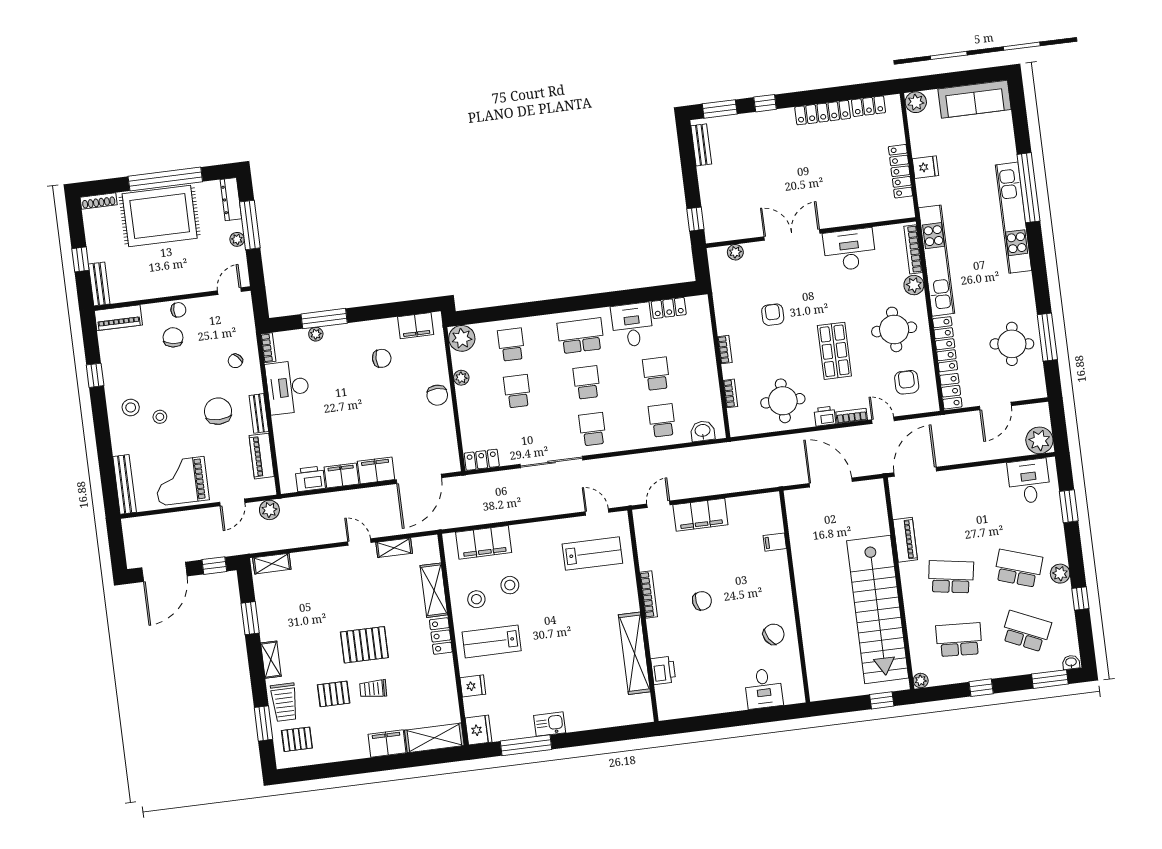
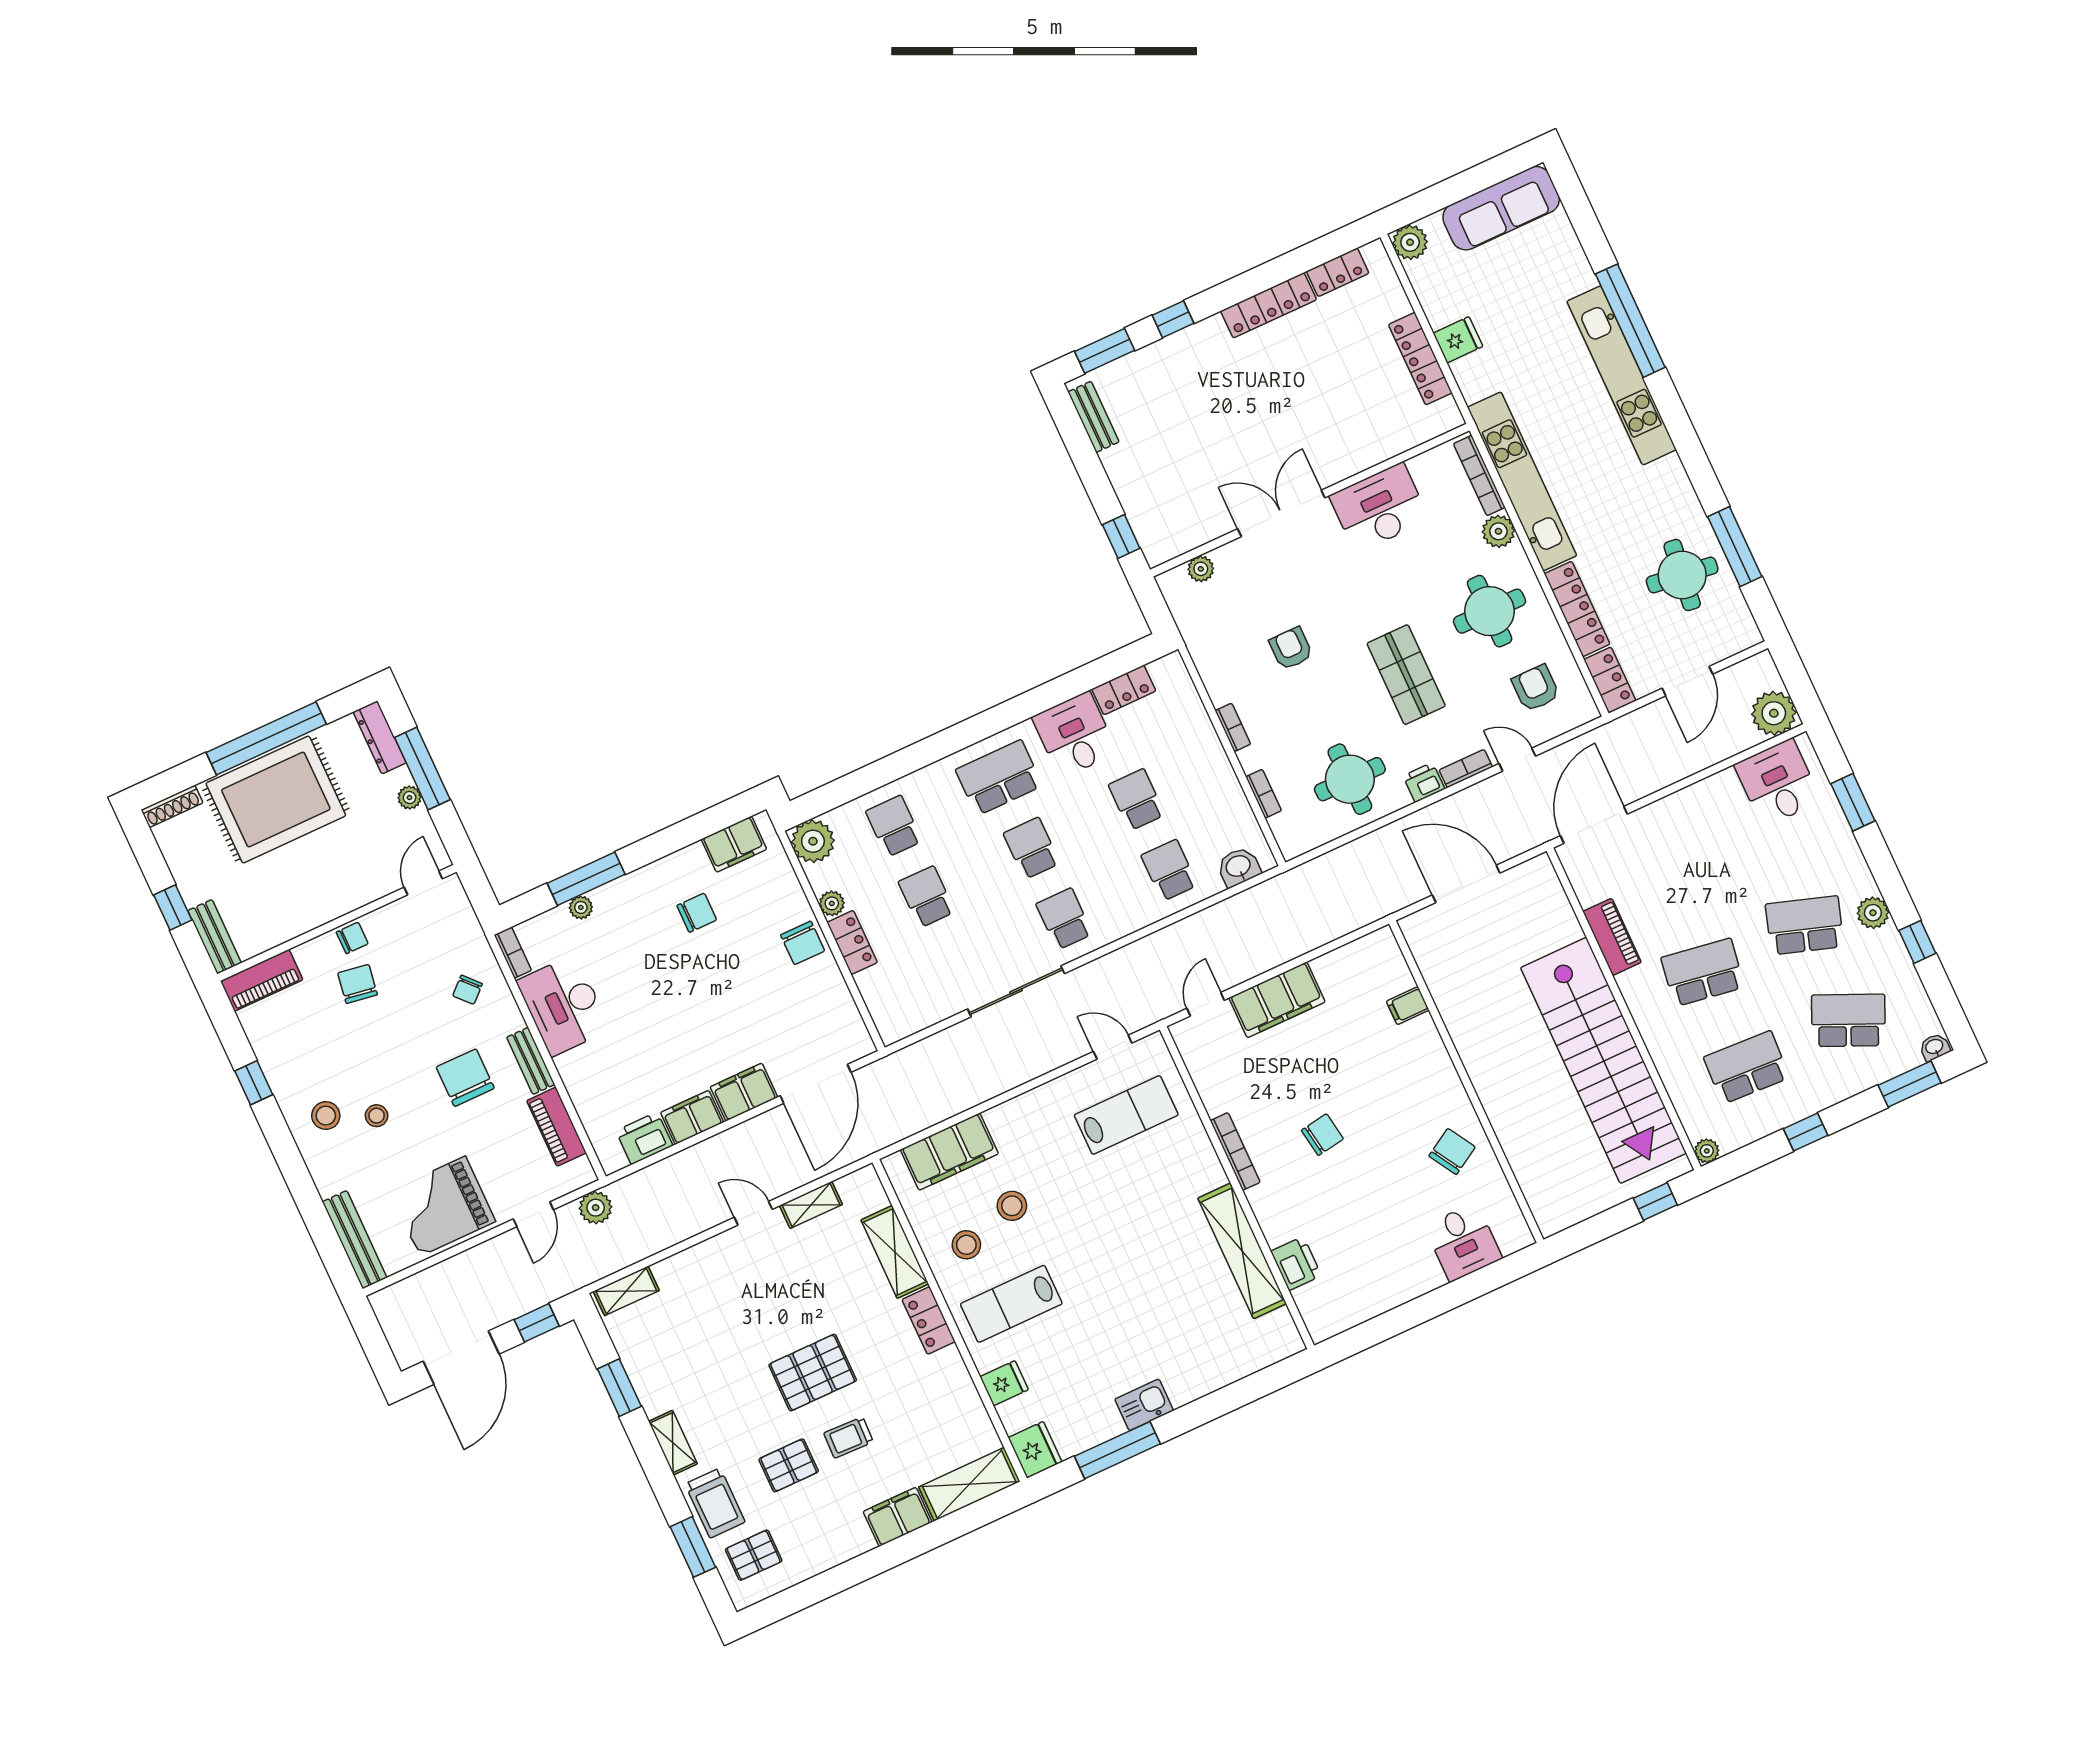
locker: (482, 460) -> (852, 942), moved, turned 90

